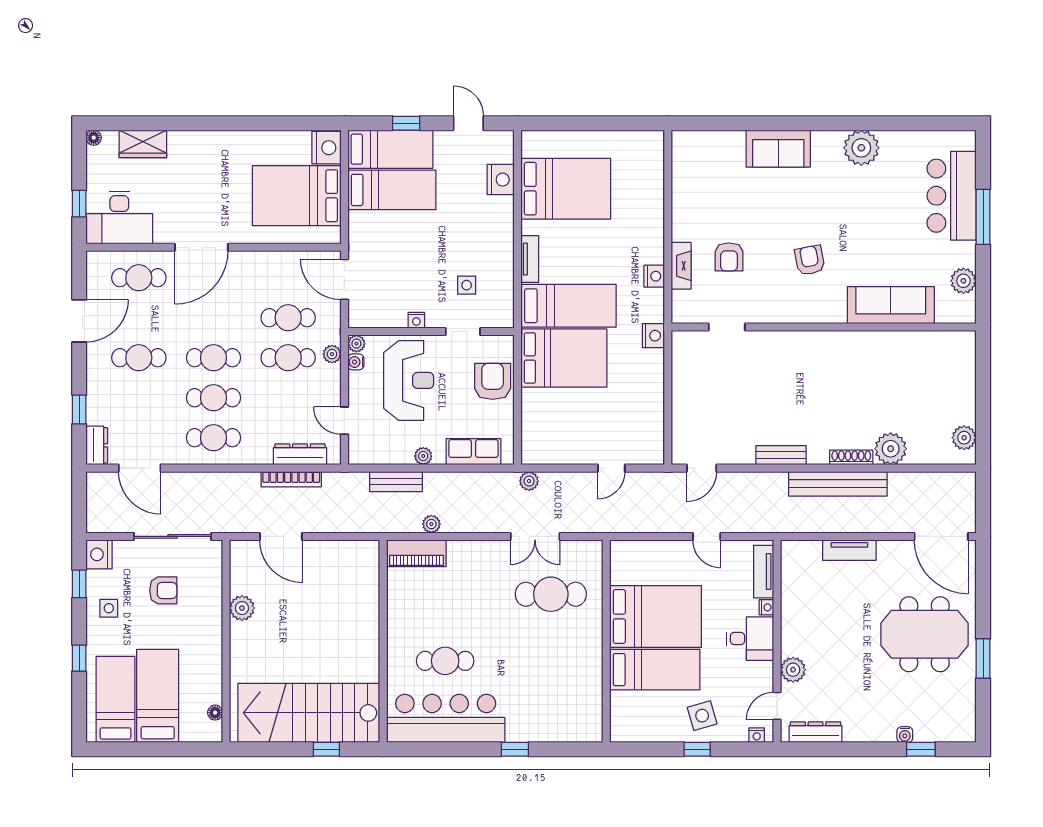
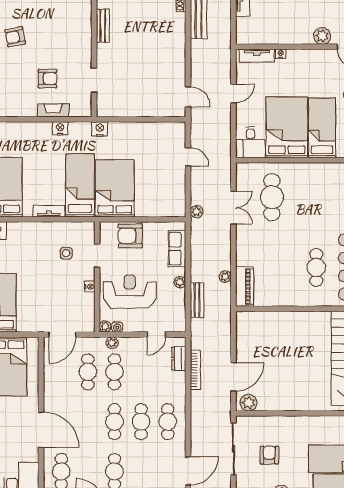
armchair: (810, 260) -> (15, 37), moved
dresser: (300, 454) -> (179, 359), width x0.70
bench: (781, 455) -> (103, 26), moved
plant: (242, 608) -> (249, 403), moved
desk: (750, 639) -> (250, 142), moved, turned 180

